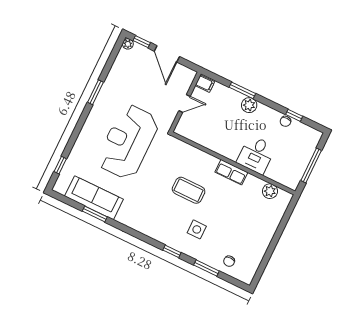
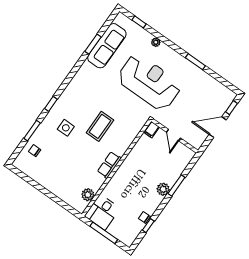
plant: (128, 44) -> (156, 42), moved
filing cabinet: (205, 84) -> (151, 130), moved
desk: (256, 155) -> (102, 212), moved, turned -90

